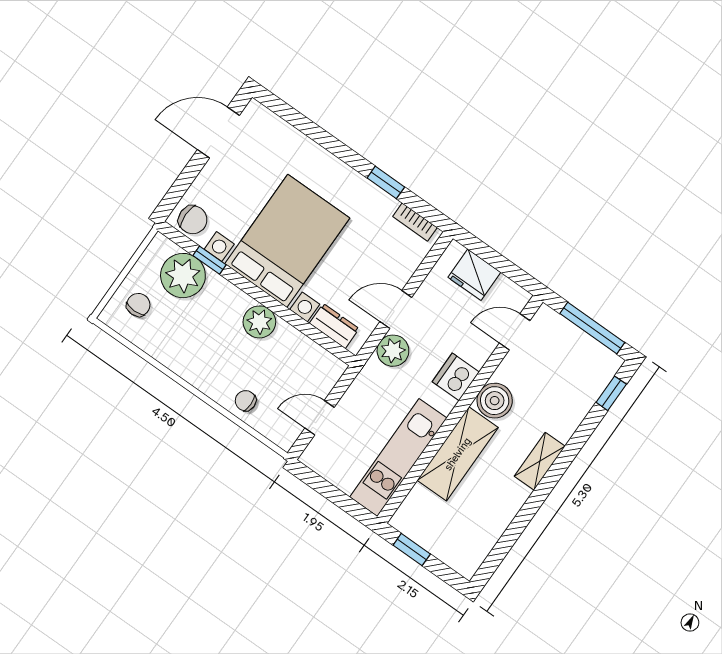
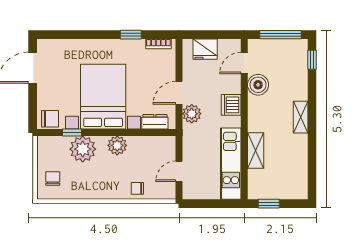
plant: (183, 276) -> (83, 149), moved
boiler: (495, 401) -> (258, 85), moved
shelving: (458, 454) -> (256, 151), width x0.67, depth x0.75

